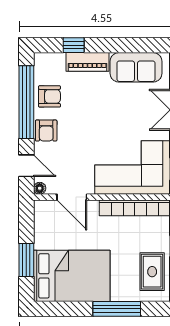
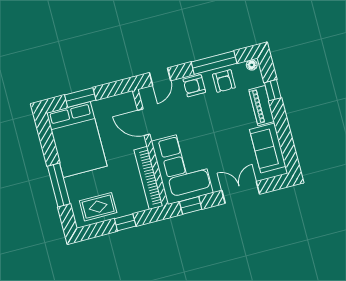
window: (26, 102) -> (214, 63), width x0.68
floor lamp: (40, 188) -> (252, 65), moved
door: (72, 197) -> (144, 122), hinge flipped

